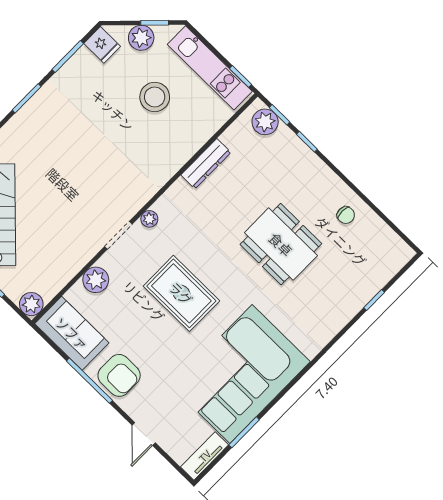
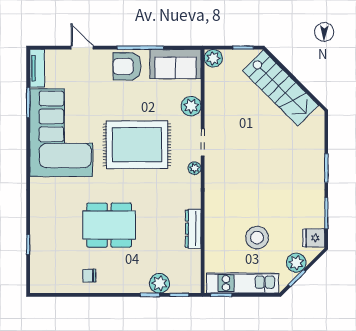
plant: (265, 122) -> (159, 283), moved
rug: (181, 293) -> (137, 145), width x1.37, depth x1.44

